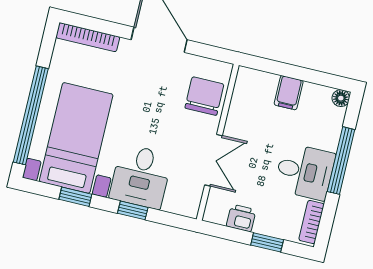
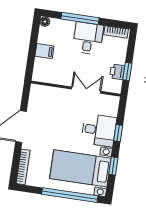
chair: (204, 96) -> (50, 98), removed
window: (267, 242) -> (127, 72), moved

